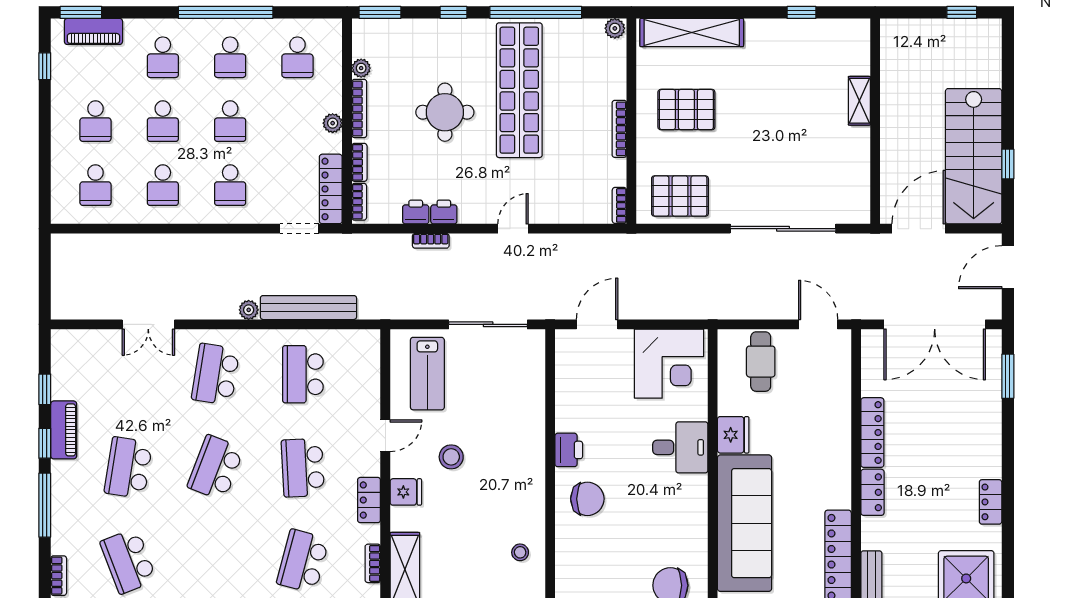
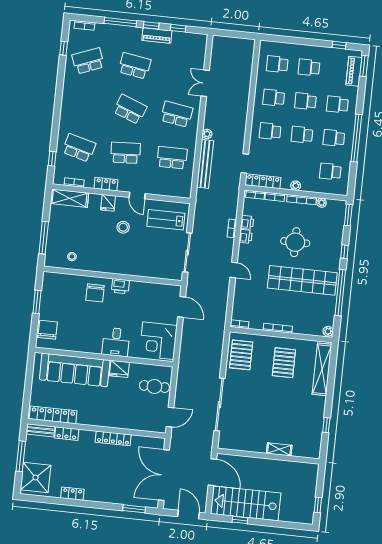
locker: (872, 492) -> (67, 434), moved

